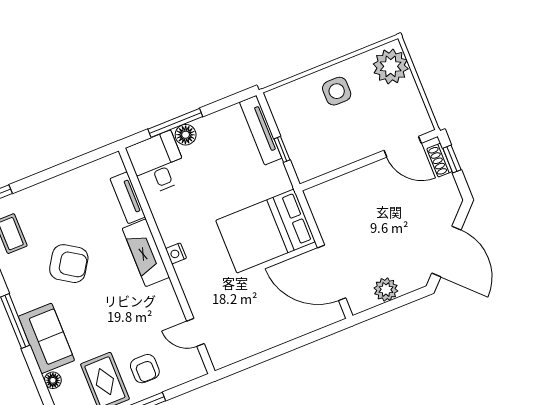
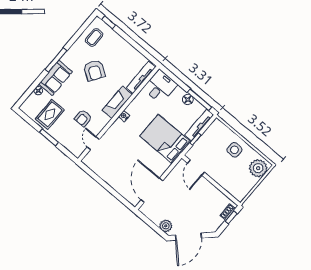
window: (175, 123) -> (199, 100), moved
floor lamp: (186, 135) -> (188, 100), moved
door: (403, 147) -> (196, 168), moved
tv unit: (128, 198) -> (141, 77), width x1.41
bed: (266, 231) -> (165, 139), moved
plant: (386, 290) -> (166, 226), moved
armchair: (145, 369) -> (83, 118), moved

